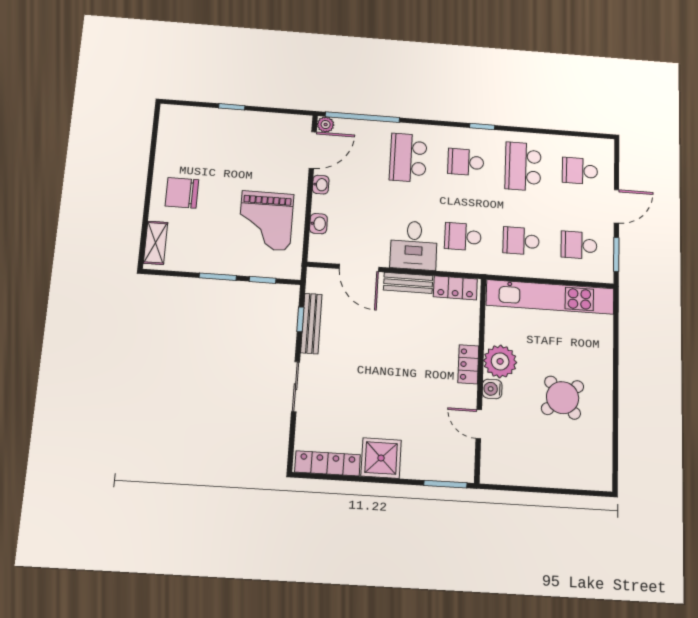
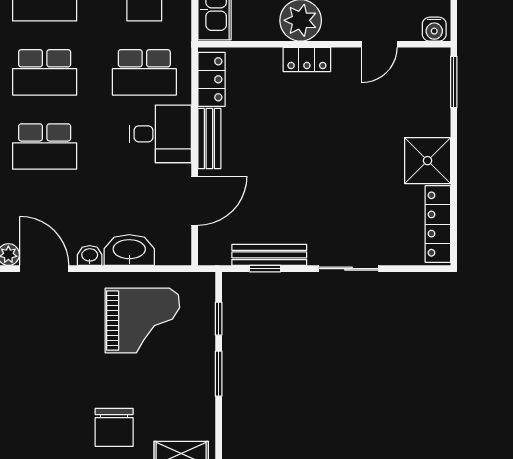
school desk: (466, 162) -> (45, 72), width x1.85
washbasin: (318, 224) -> (129, 250), width x1.91, depth x1.45
school desk: (463, 237) -> (144, 72), width x1.85
water cooler: (492, 389) -> (434, 29), moved

